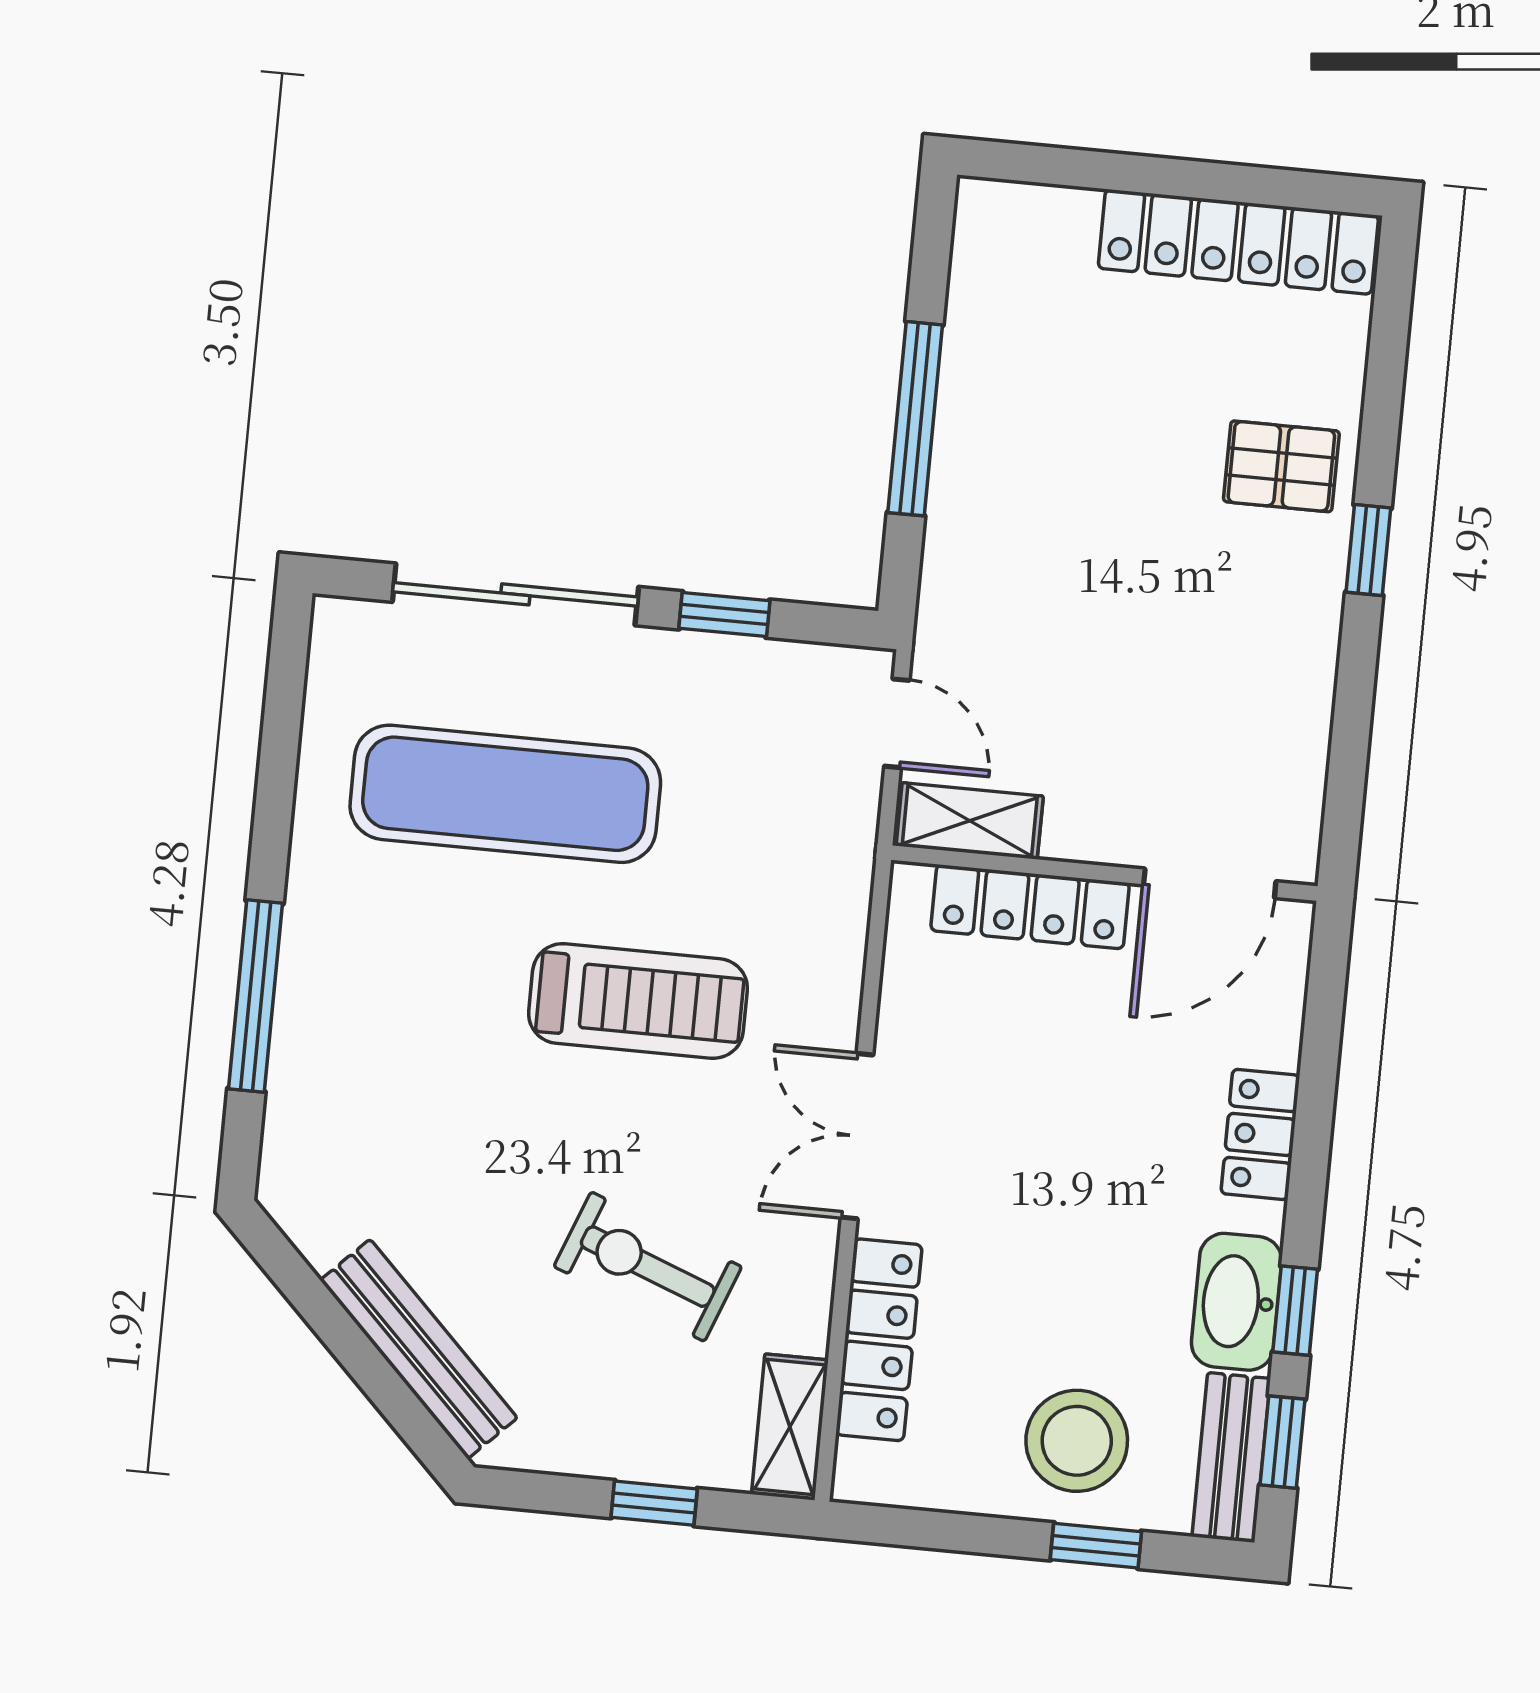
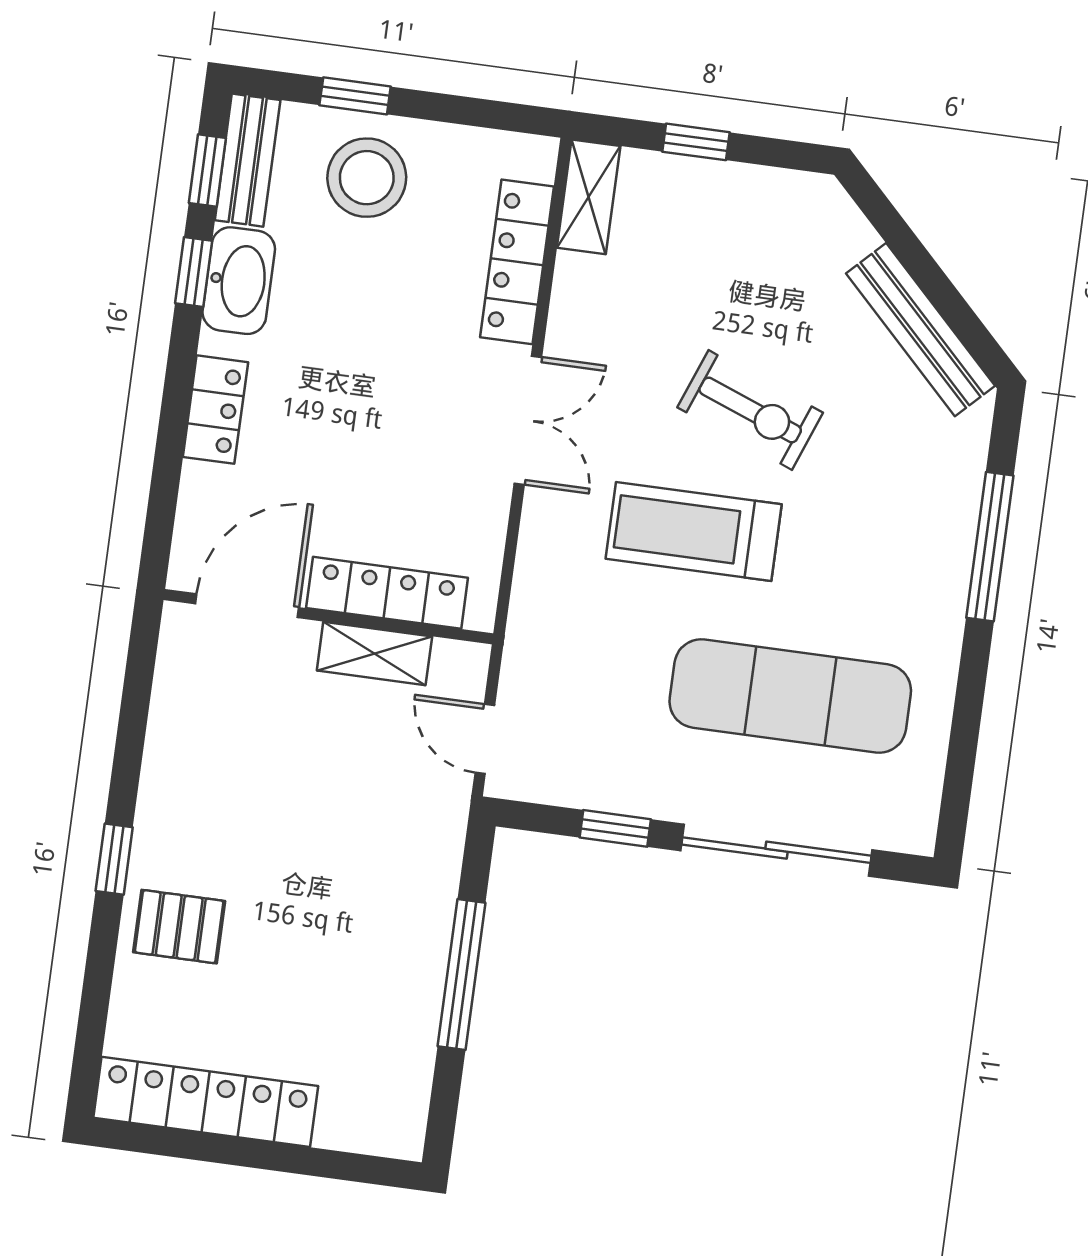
shelving: (970, 821) -> (374, 653), moved
exercise bike: (648, 1267) -> (750, 410), moved
bench: (419, 1349) -> (921, 330), moved

